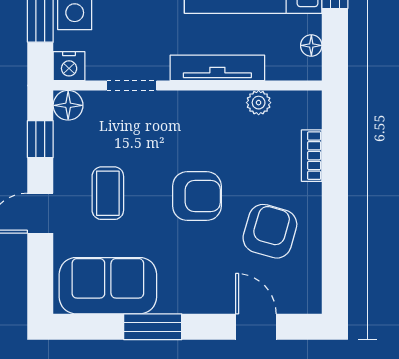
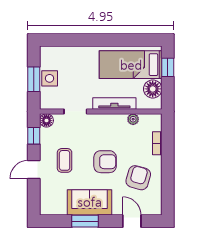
floor lamp: (311, 45) -> (153, 89), width x1.89, depth x1.89
nightstand: (69, 66) -> (47, 103), removed
sofa: (108, 286) -> (90, 202), moved

